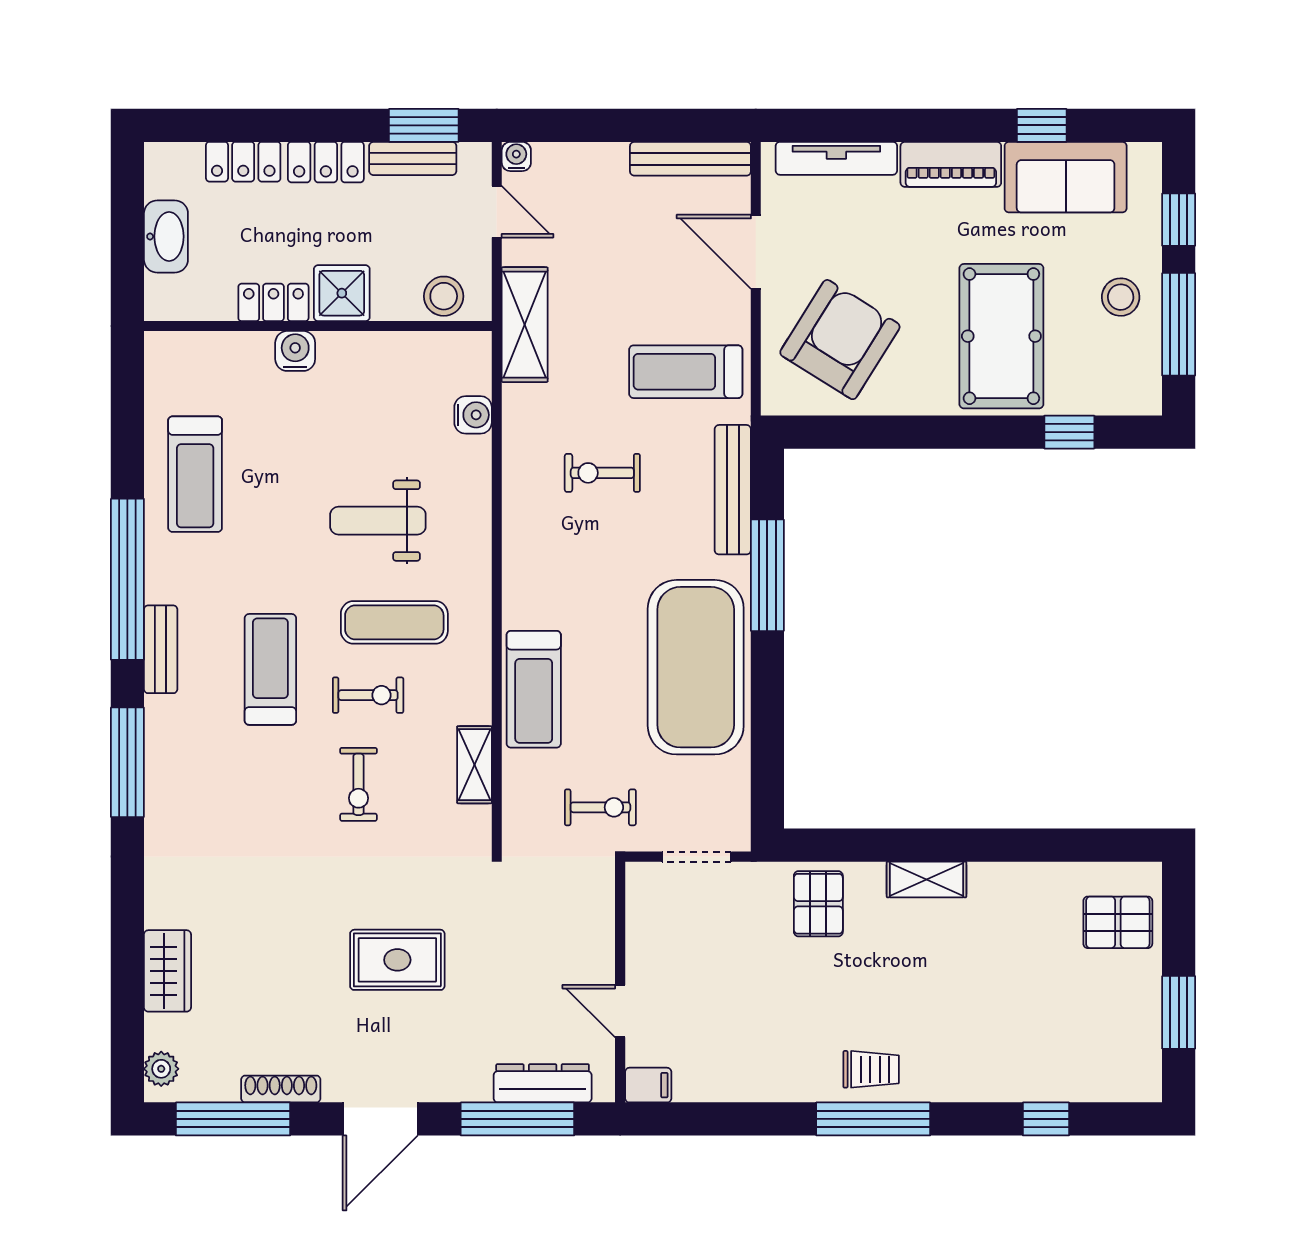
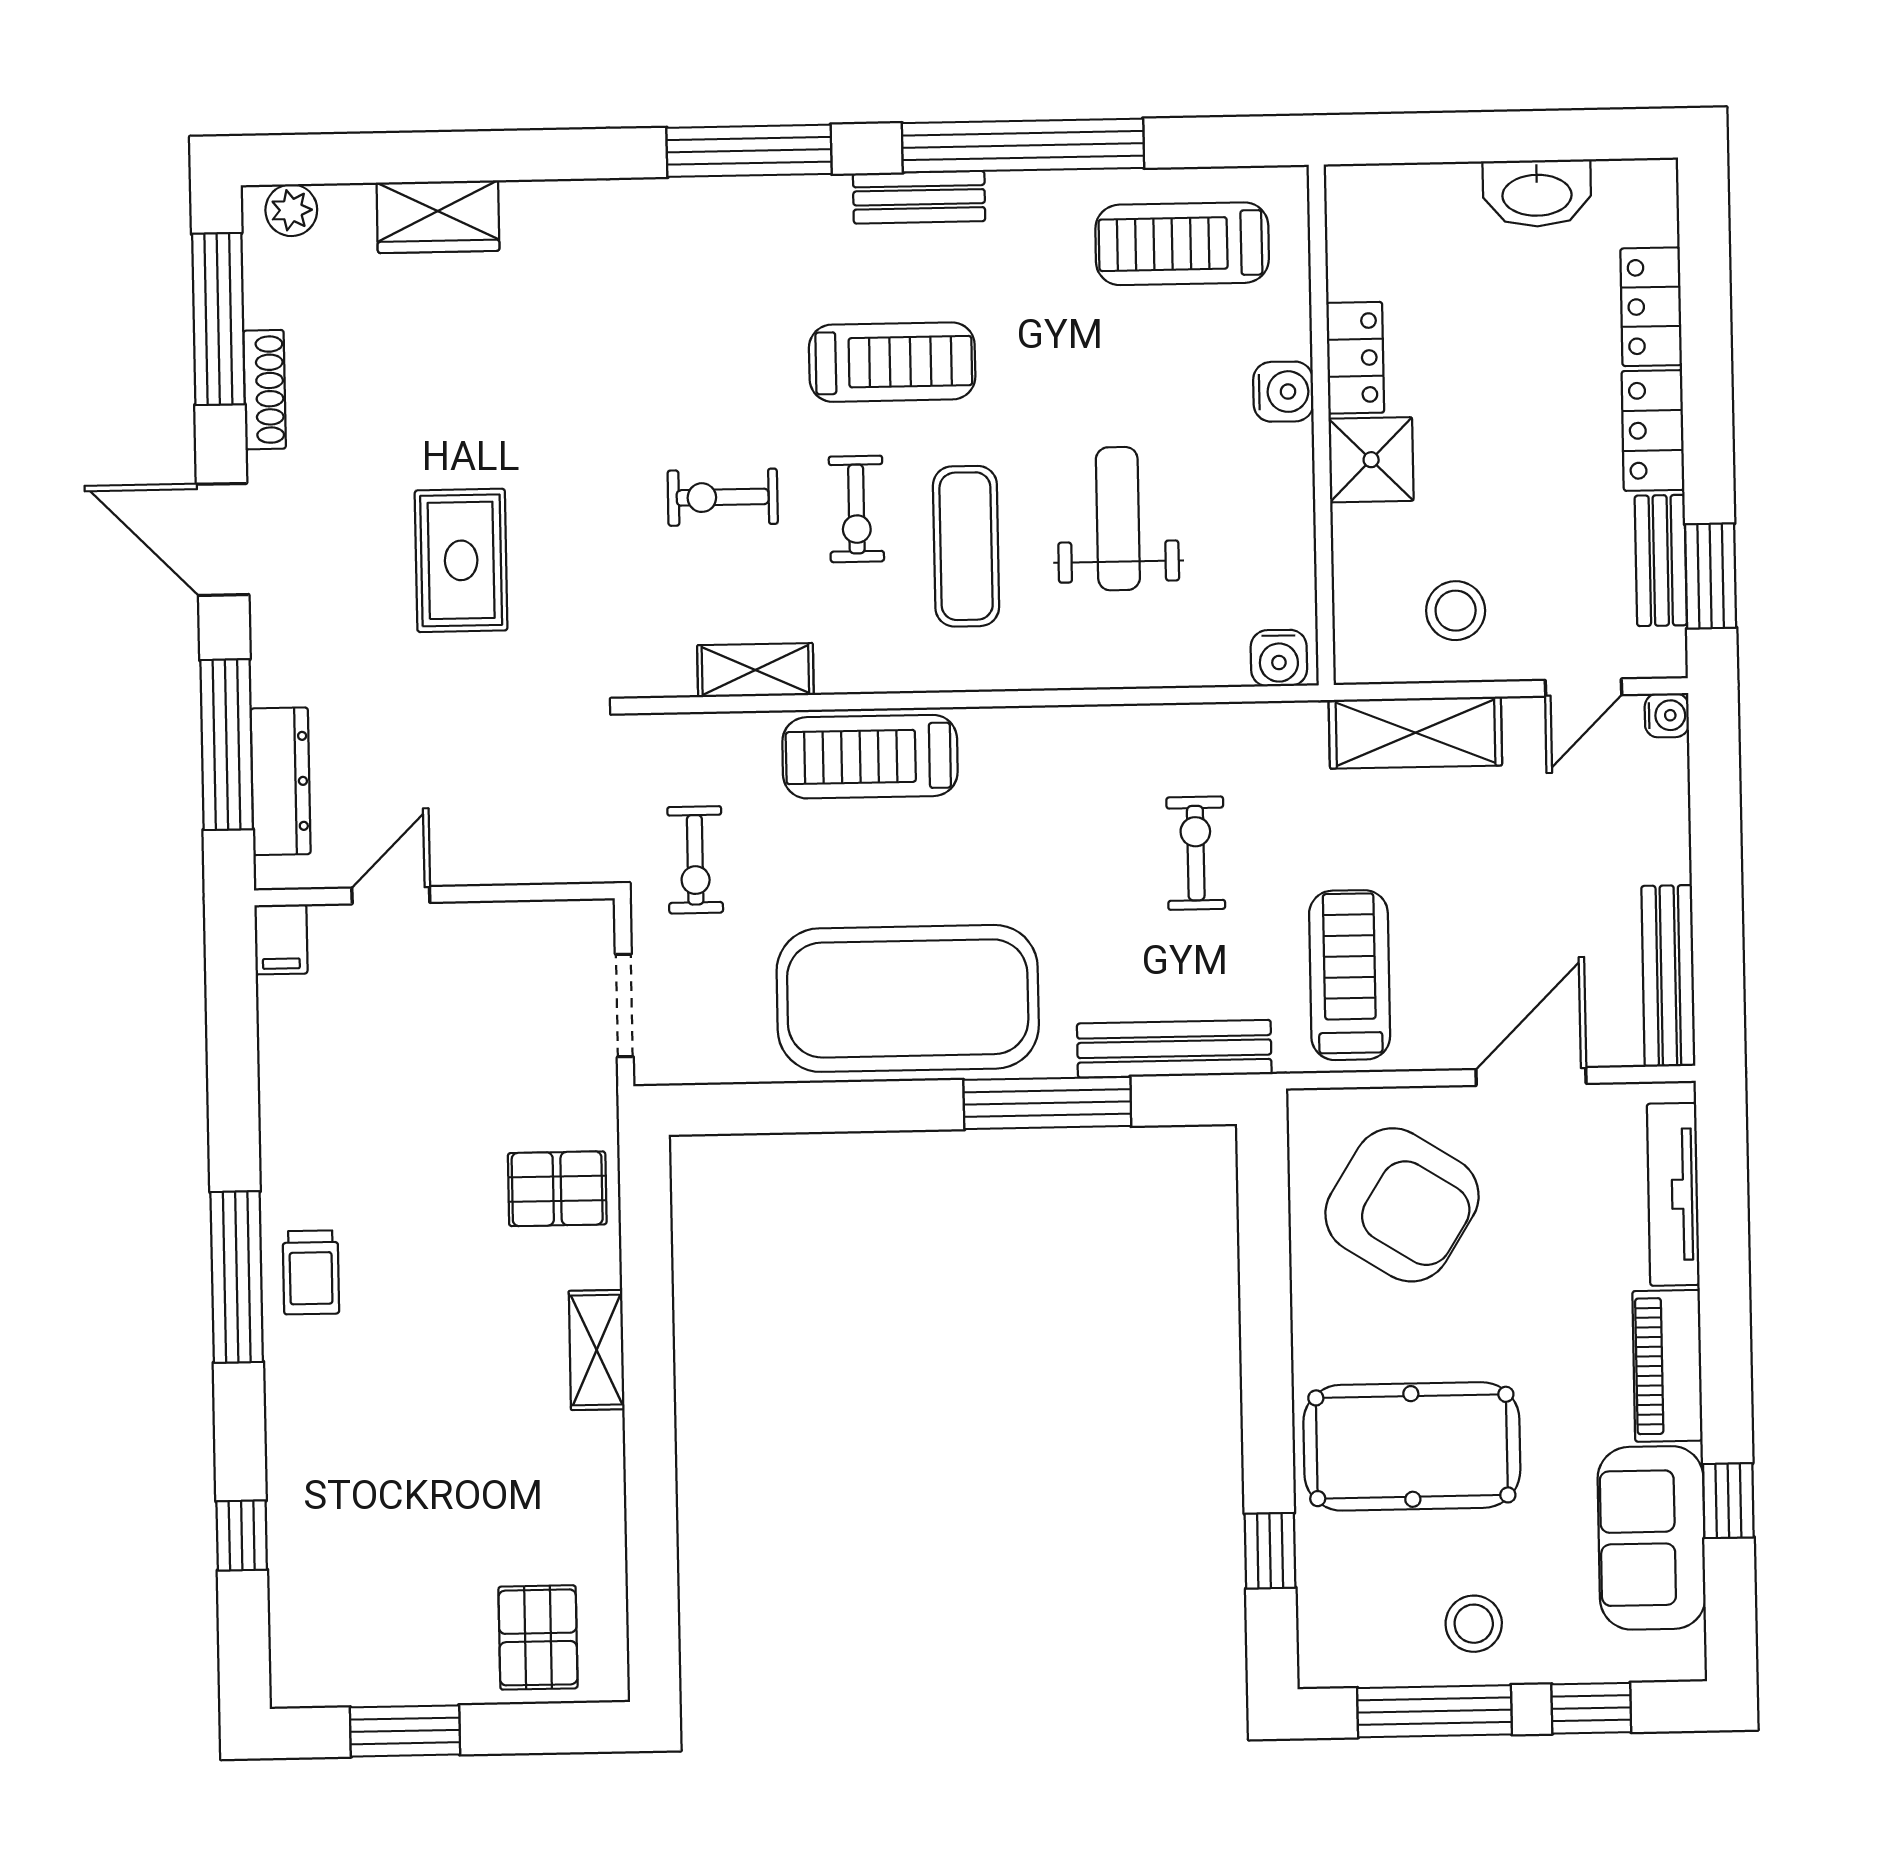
shower: (342, 293) -> (1371, 460), moved
locker: (273, 302) -> (1355, 358), moved
wall: (318, 326) -> (1321, 425), moved
water cooler: (295, 351) -> (1283, 392), moved

